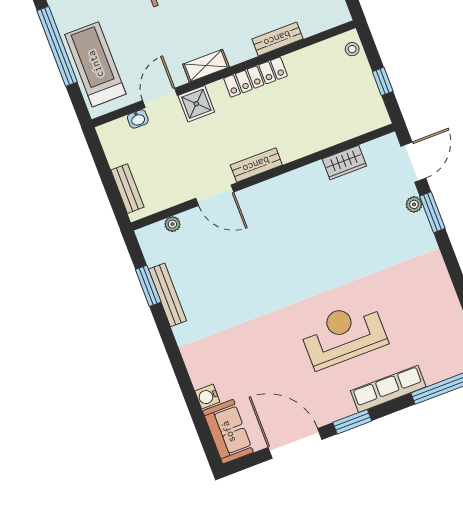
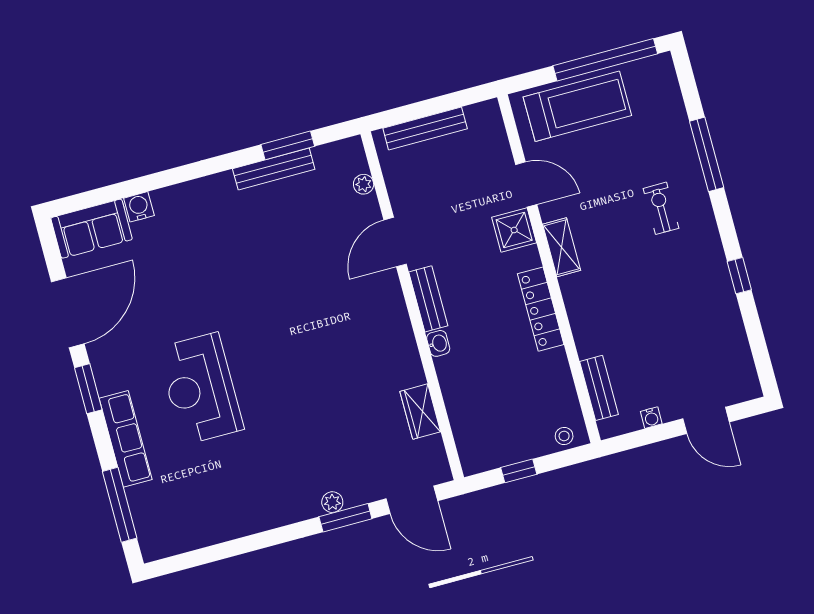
bench: (277, 39) -> (599, 388), moved
washbasin: (138, 119) -> (438, 343), moved, turned 180
bench: (127, 189) -> (425, 128), width x1.36
plant: (414, 204) -> (332, 502), moved
reception desk: (344, 335) -> (201, 389), turned 180

